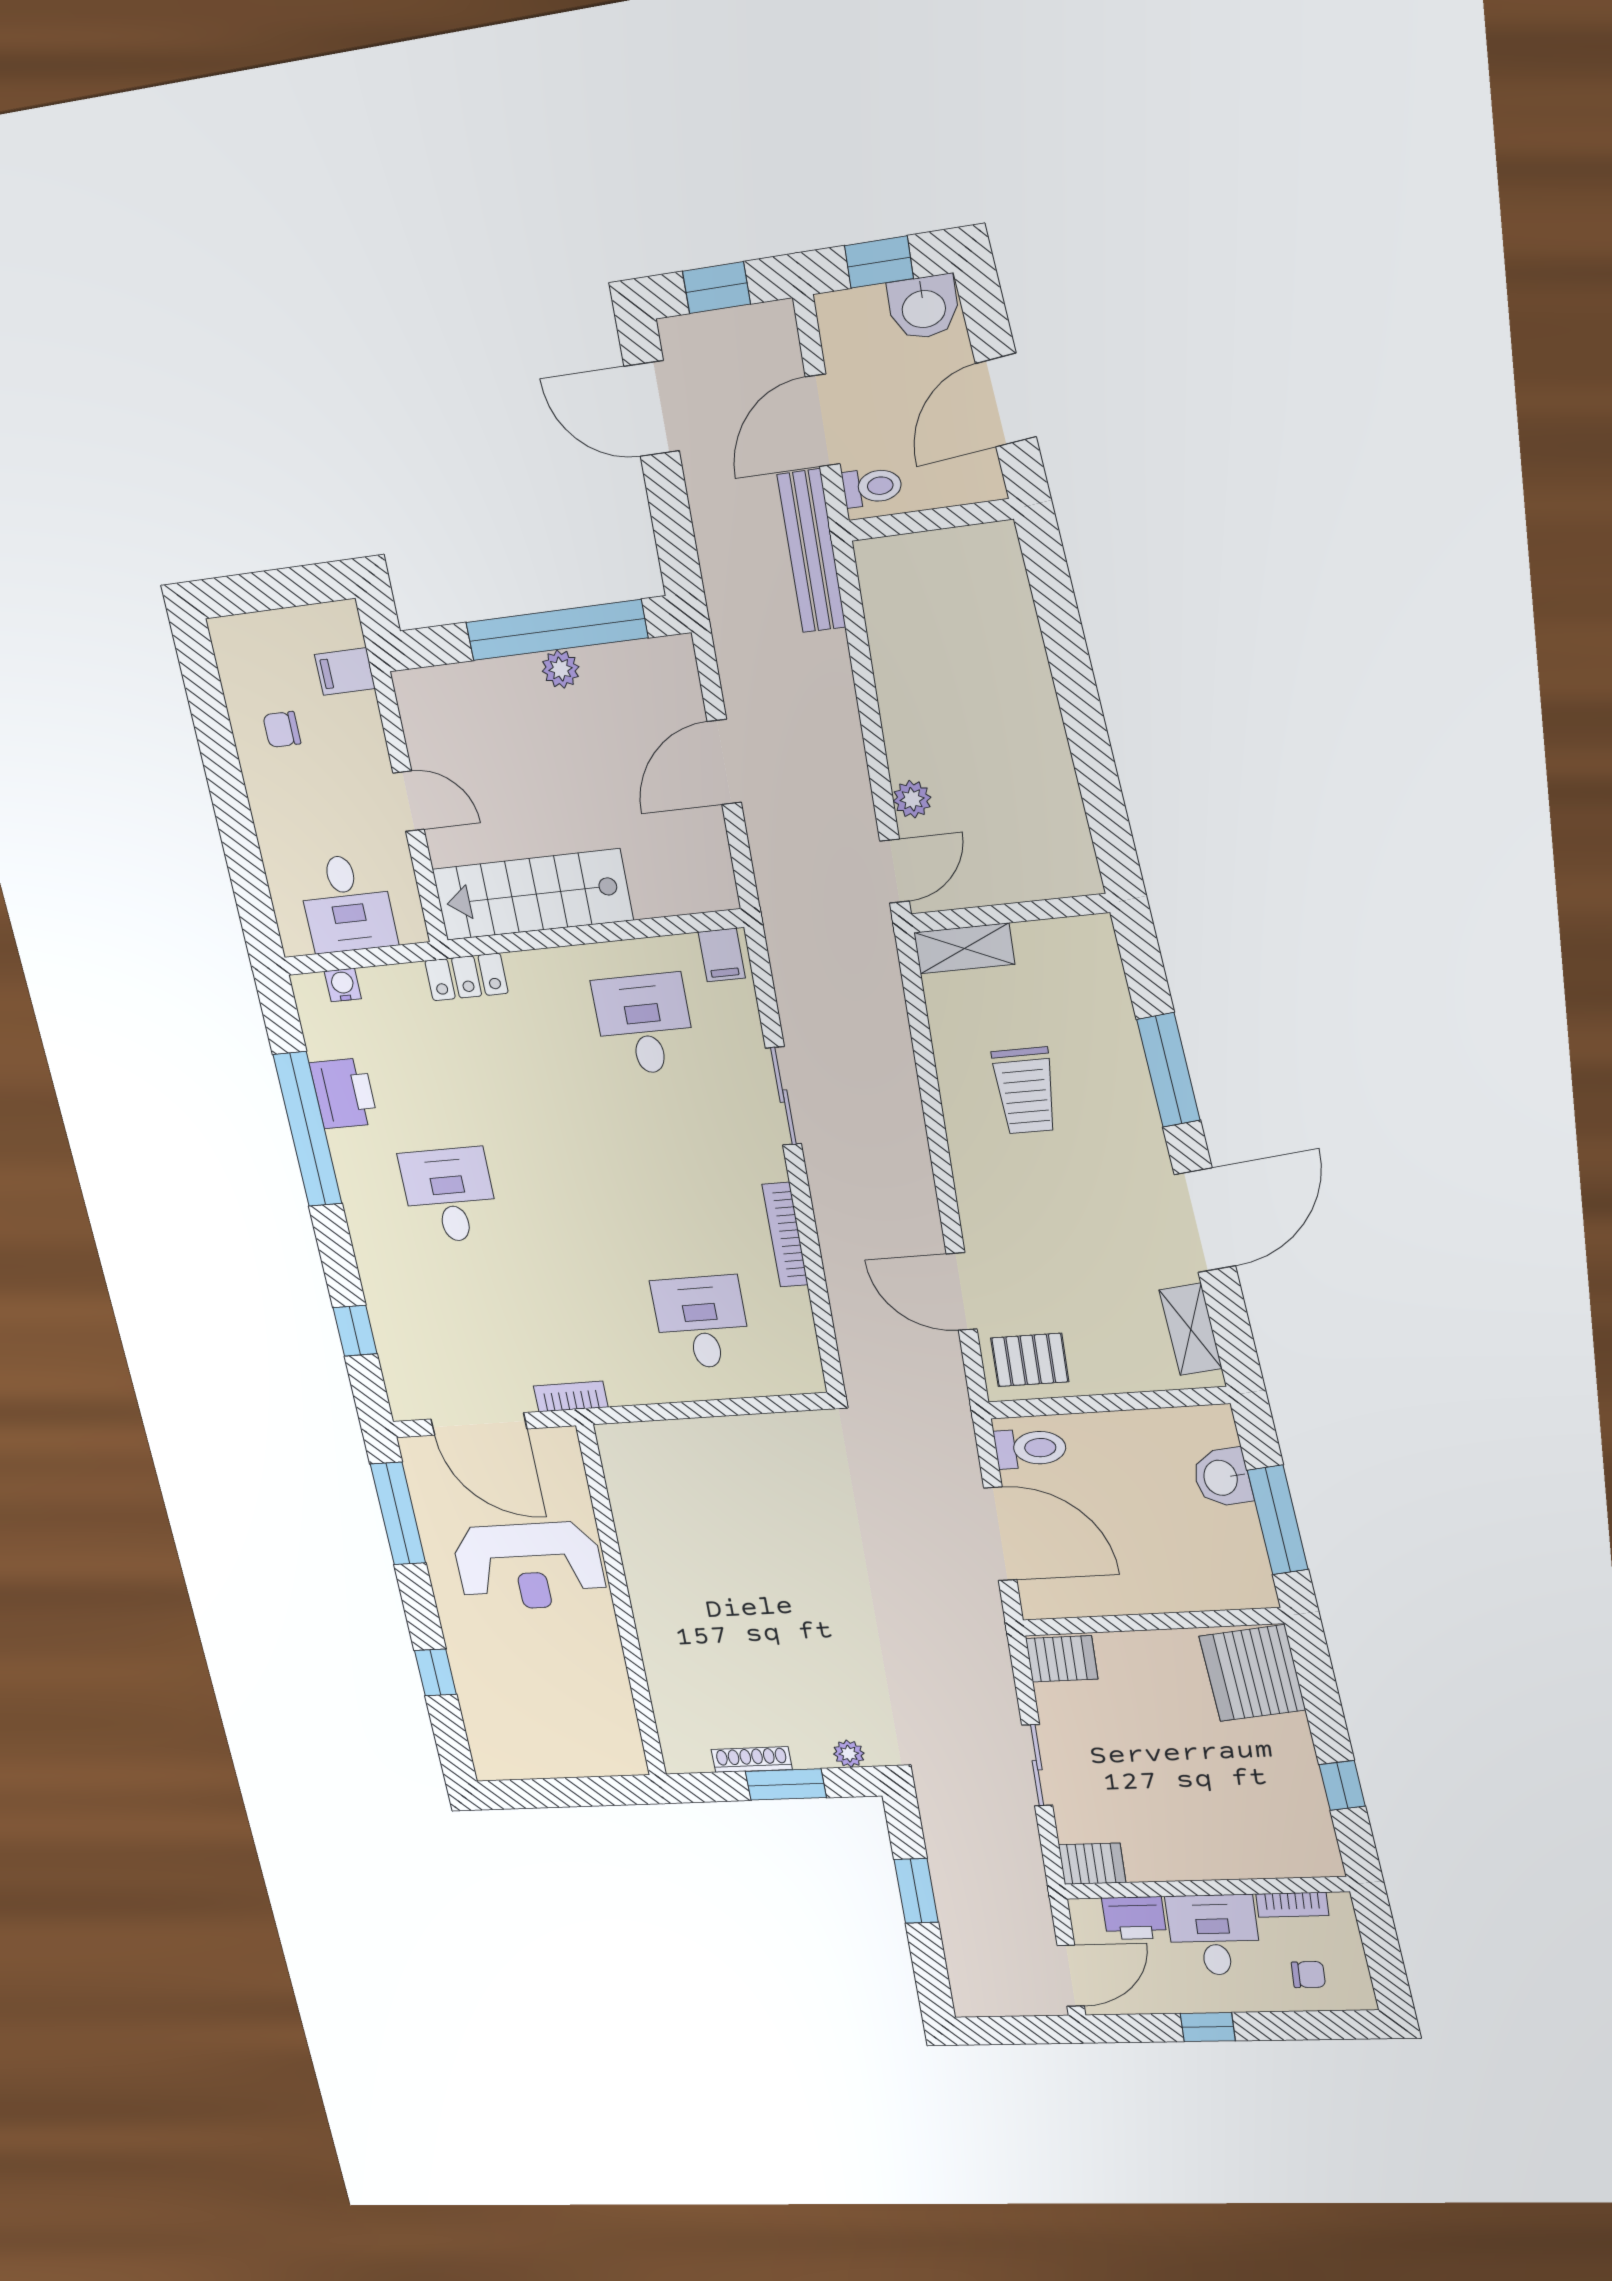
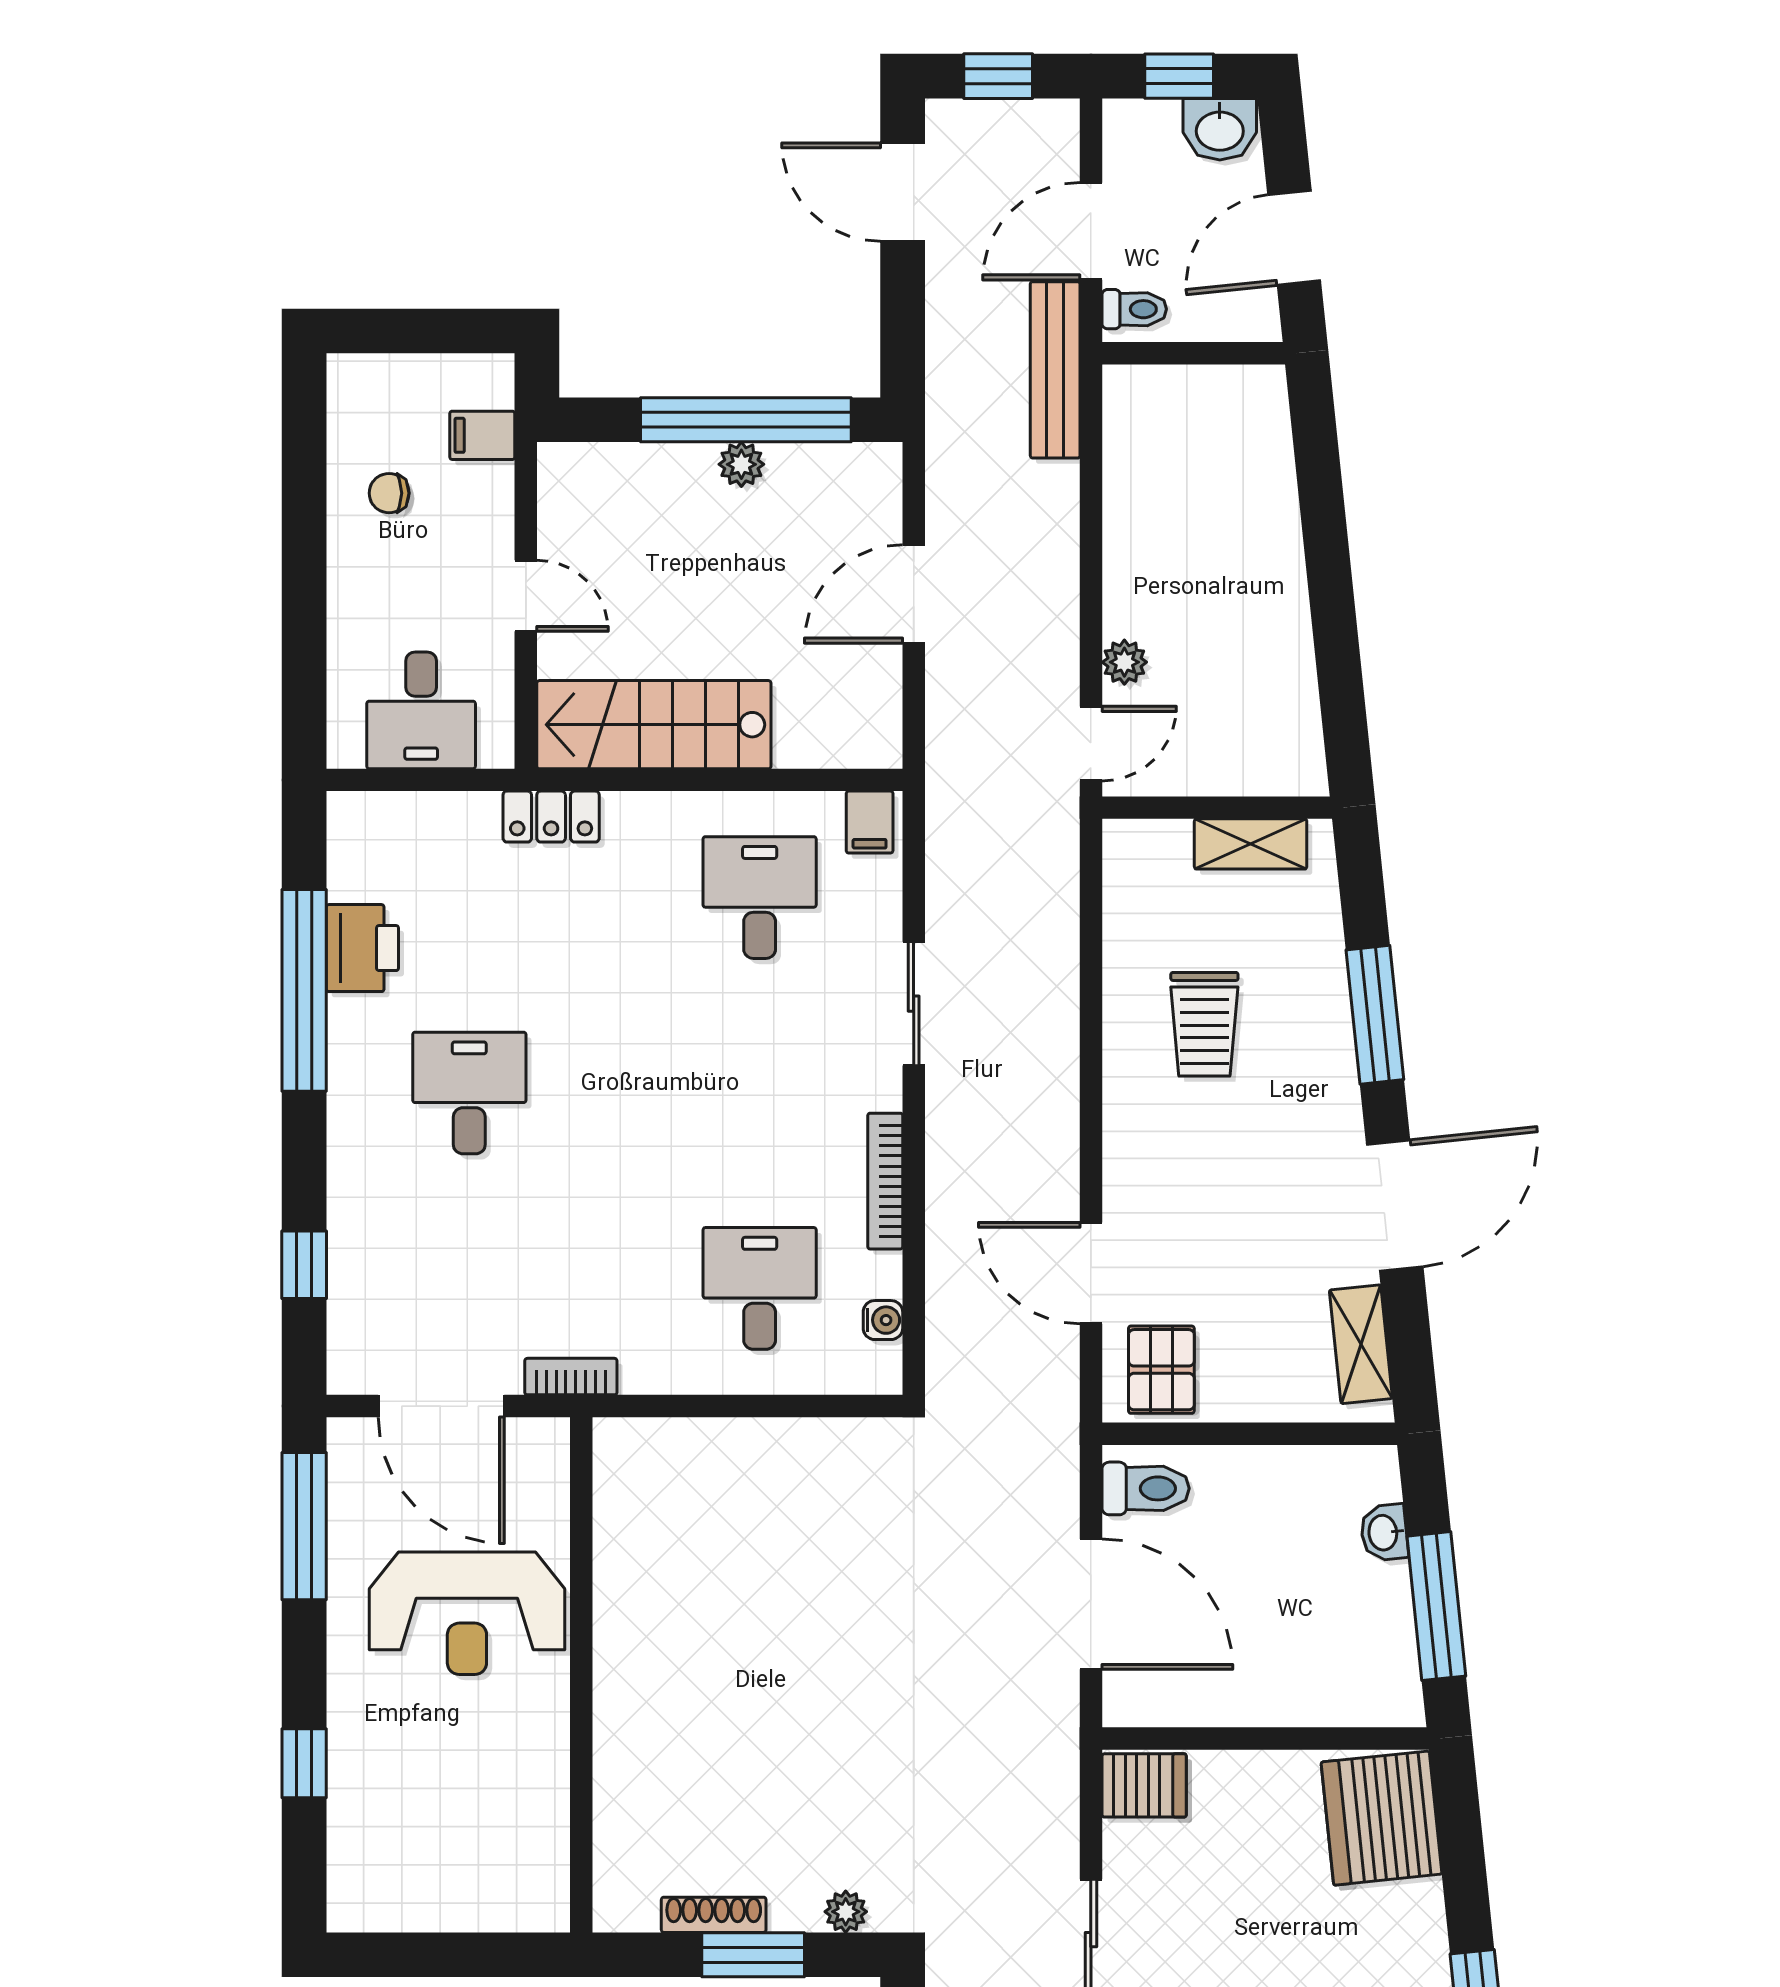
shelving: (964, 948) -> (1251, 844), moved
water cooler: (343, 985) -> (883, 1320), moved, turned 90
pallet: (1030, 1360) -> (1161, 1370), turned 90
washbasin: (1222, 1478) -> (1384, 1533), width x0.72, depth x0.69

